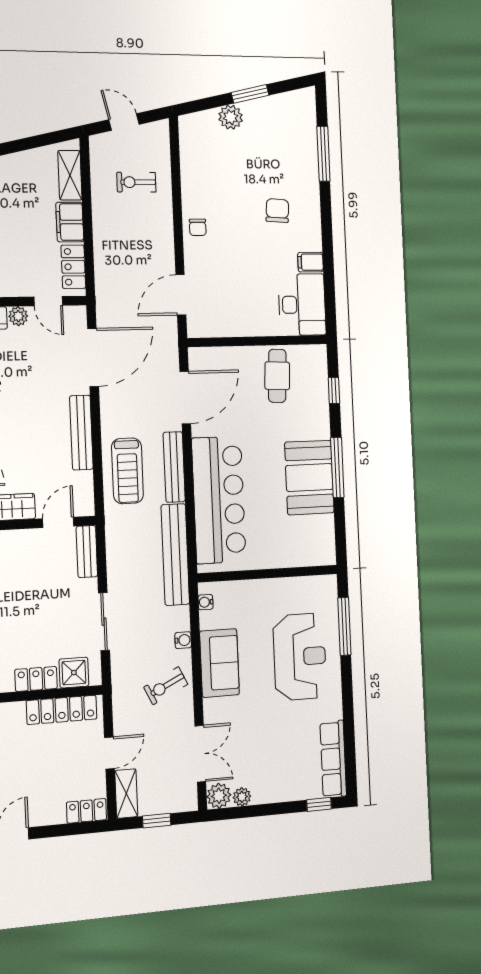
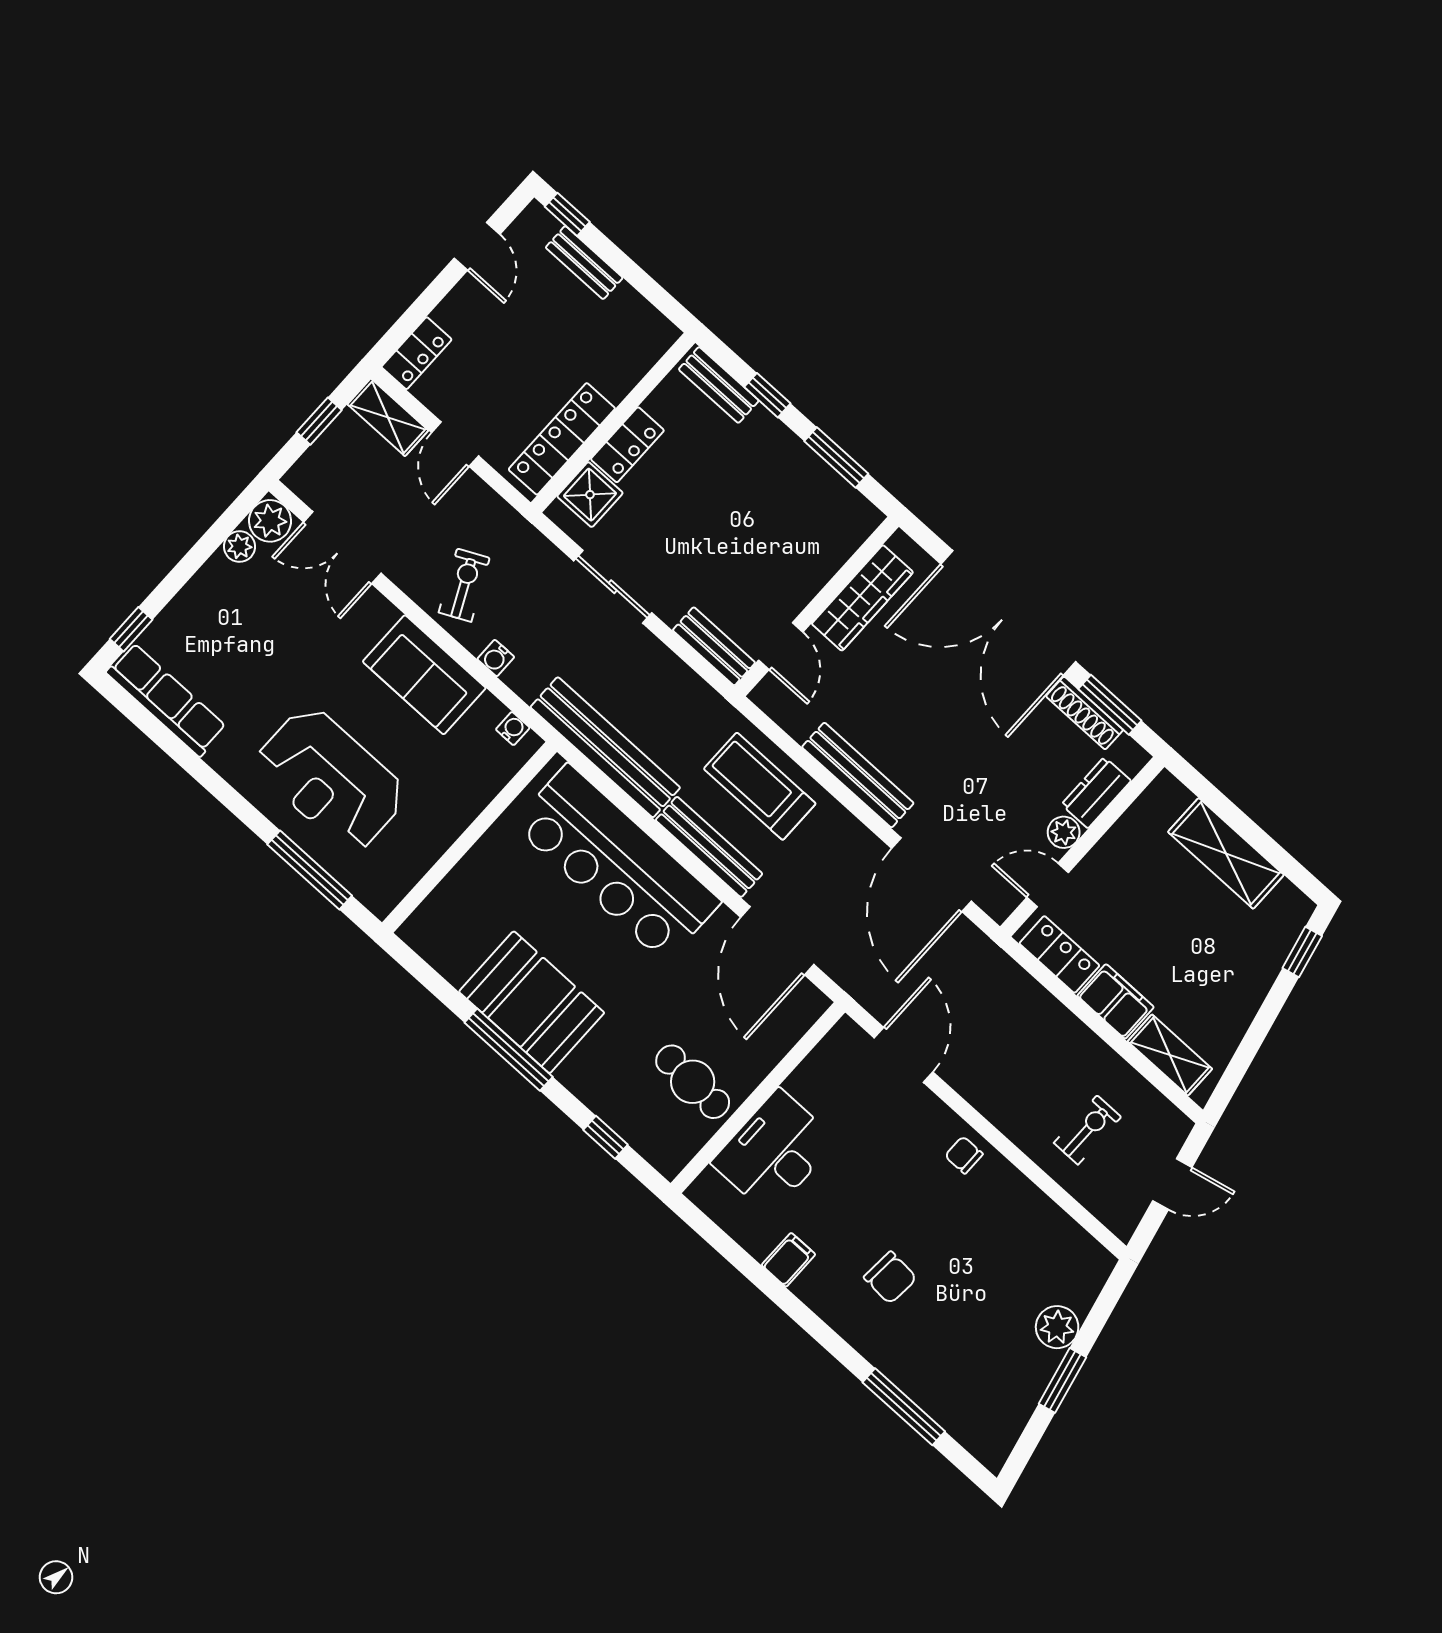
desk: (302, 305) -> (774, 1152), moved, turned 90

